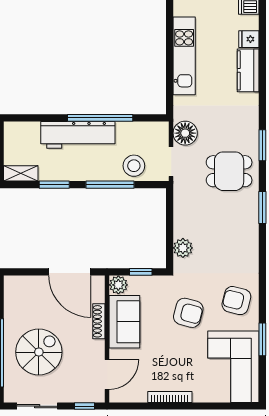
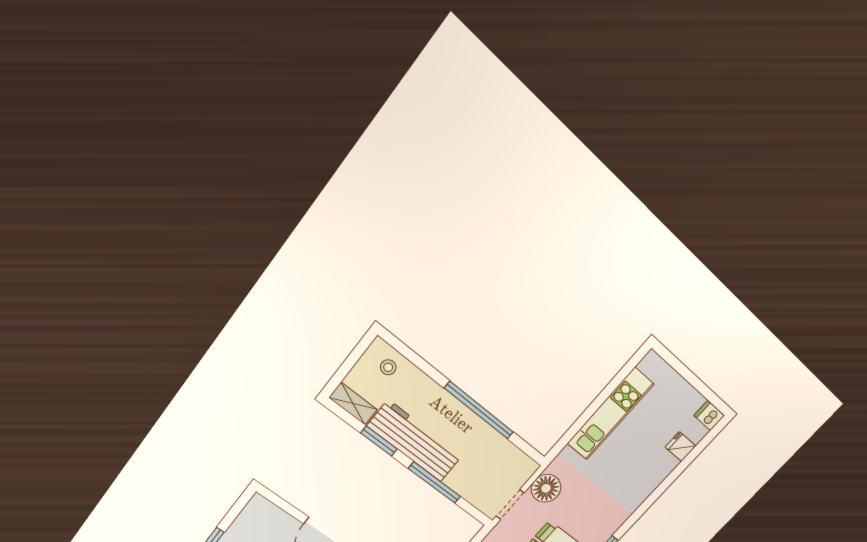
kitchen counter: (248, 70) -> (653, 475), removed
workbench: (78, 135) -> (415, 441), moved, turned 180
stool: (134, 166) -> (388, 367), moved, width x0.53, depth x0.53

